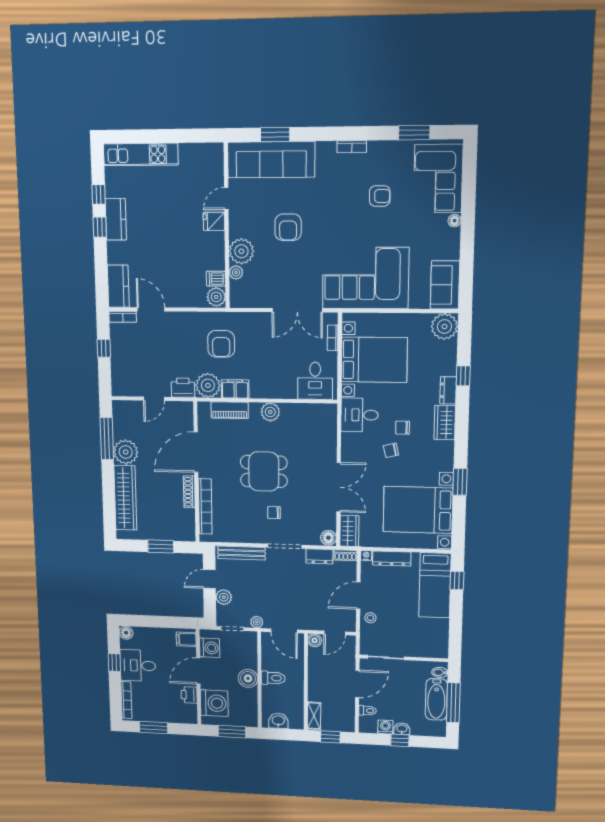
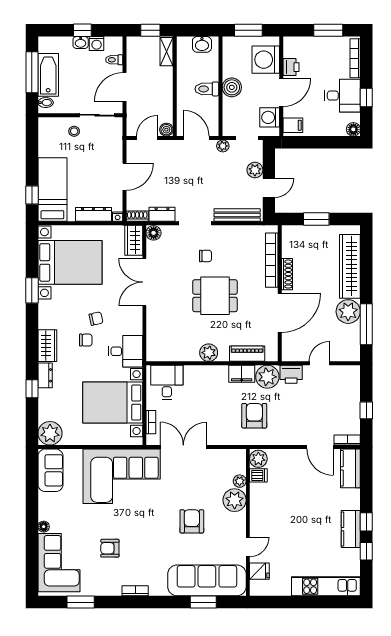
fridge: (214, 221) -> (259, 571), moved
stool: (370, 618) -> (74, 131), moved

